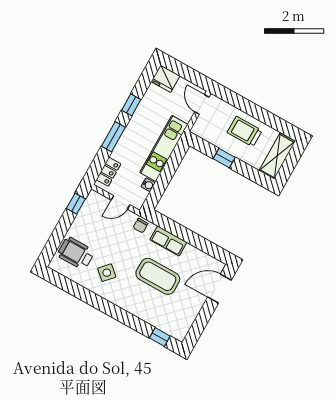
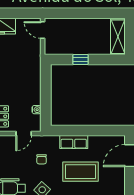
trolley: (245, 132) -> (84, 32), removed
kitchen unit: (164, 148) -> (33, 77), removed
chair: (140, 226) -> (42, 159), moved

